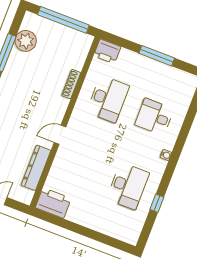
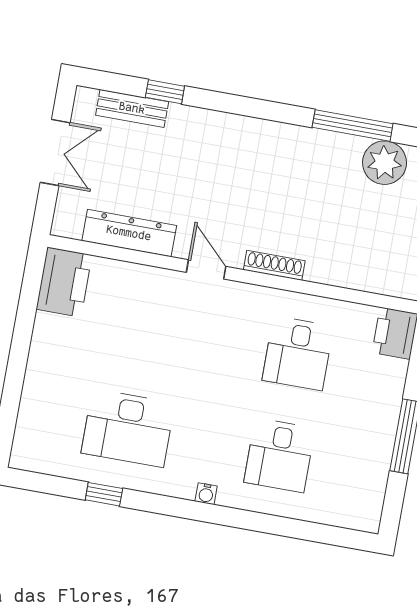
shoe rack: (71, 84) -> (274, 265), moved
desk: (108, 99) -> (298, 353), width x0.73
desk: (154, 117) -> (279, 455), turned 180

